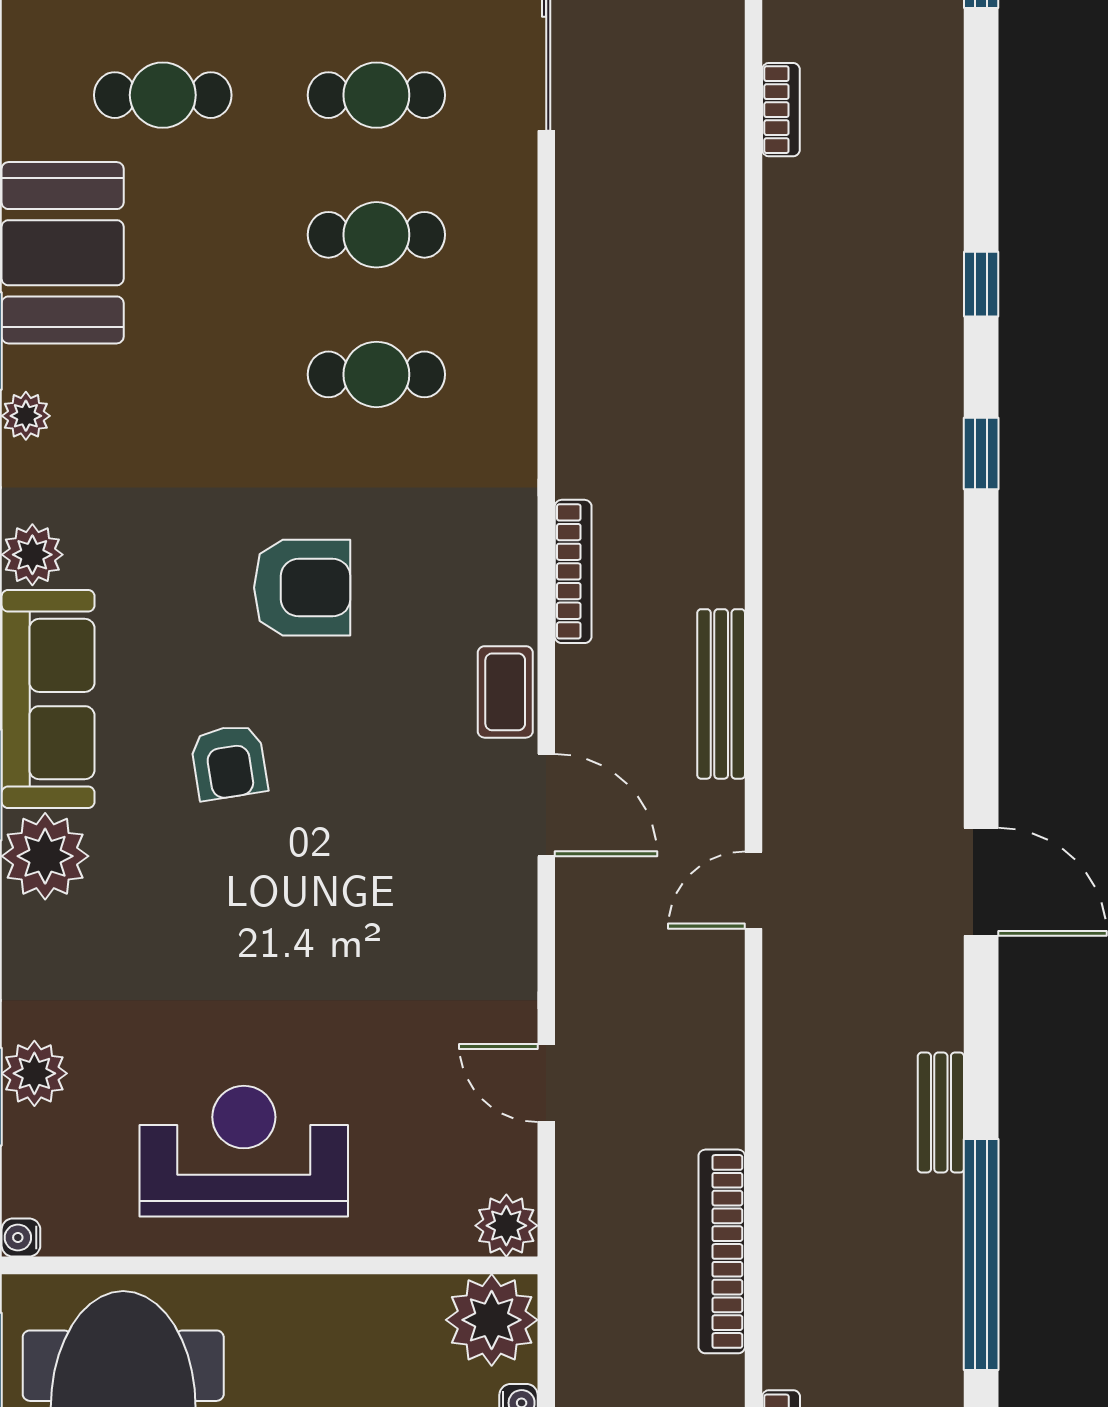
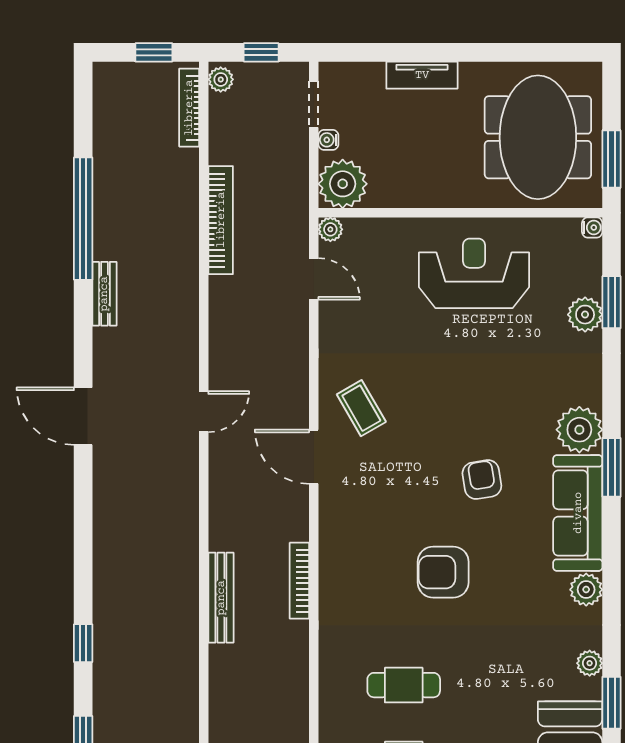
coffee table: (505, 692) -> (361, 408), moved, turned -30
bench: (721, 694) -> (221, 598), moved
door: (546, 1083) -> (314, 279), moved
reception desk: (244, 1151) -> (474, 273), turned 180
plant: (506, 1226) -> (330, 229), width x0.73, depth x0.73

